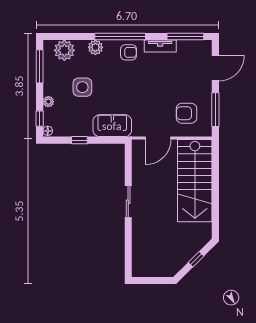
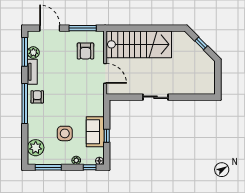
plant: (95, 47) -> (33, 53), moved
sofa: (112, 126) -> (95, 132), moved

